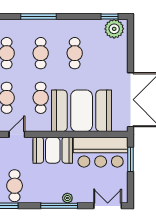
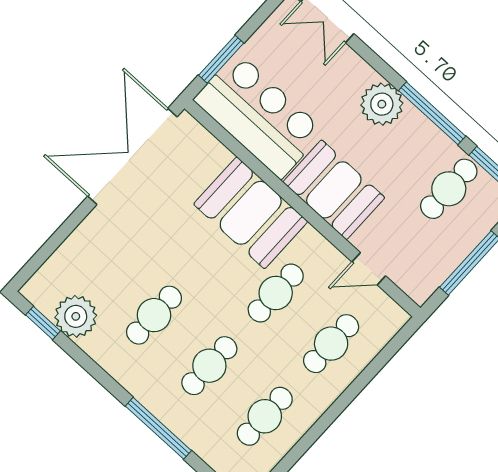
plant: (114, 29) -> (76, 316), moved
booth: (82, 111) -> (251, 213), width x0.73, depth x0.70
plant: (67, 198) -> (382, 104), width x1.88, depth x1.88
window: (59, 206) -> (432, 113), moved

